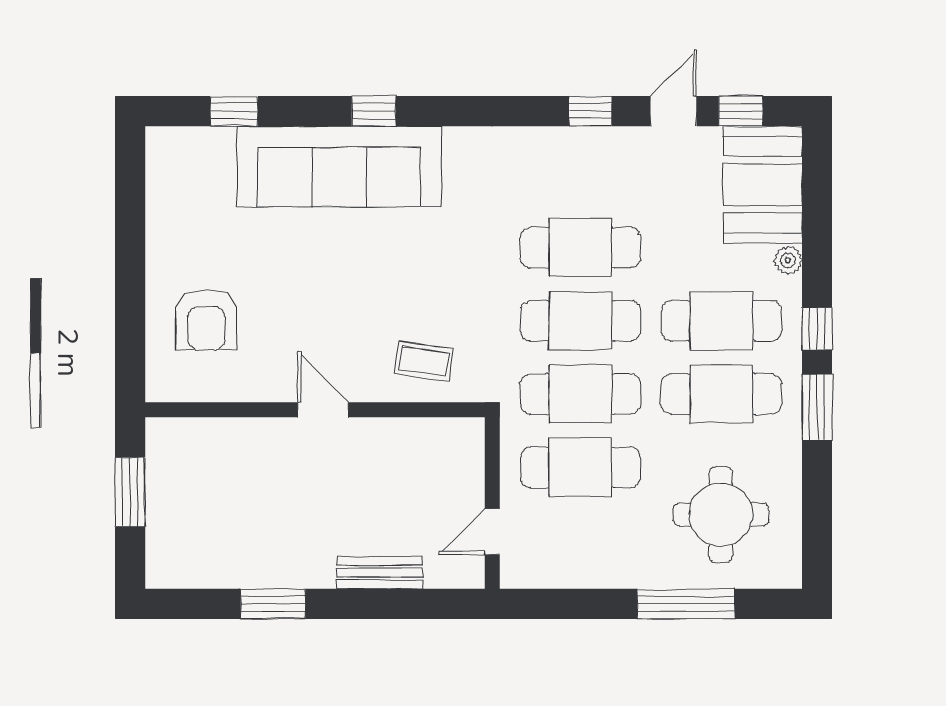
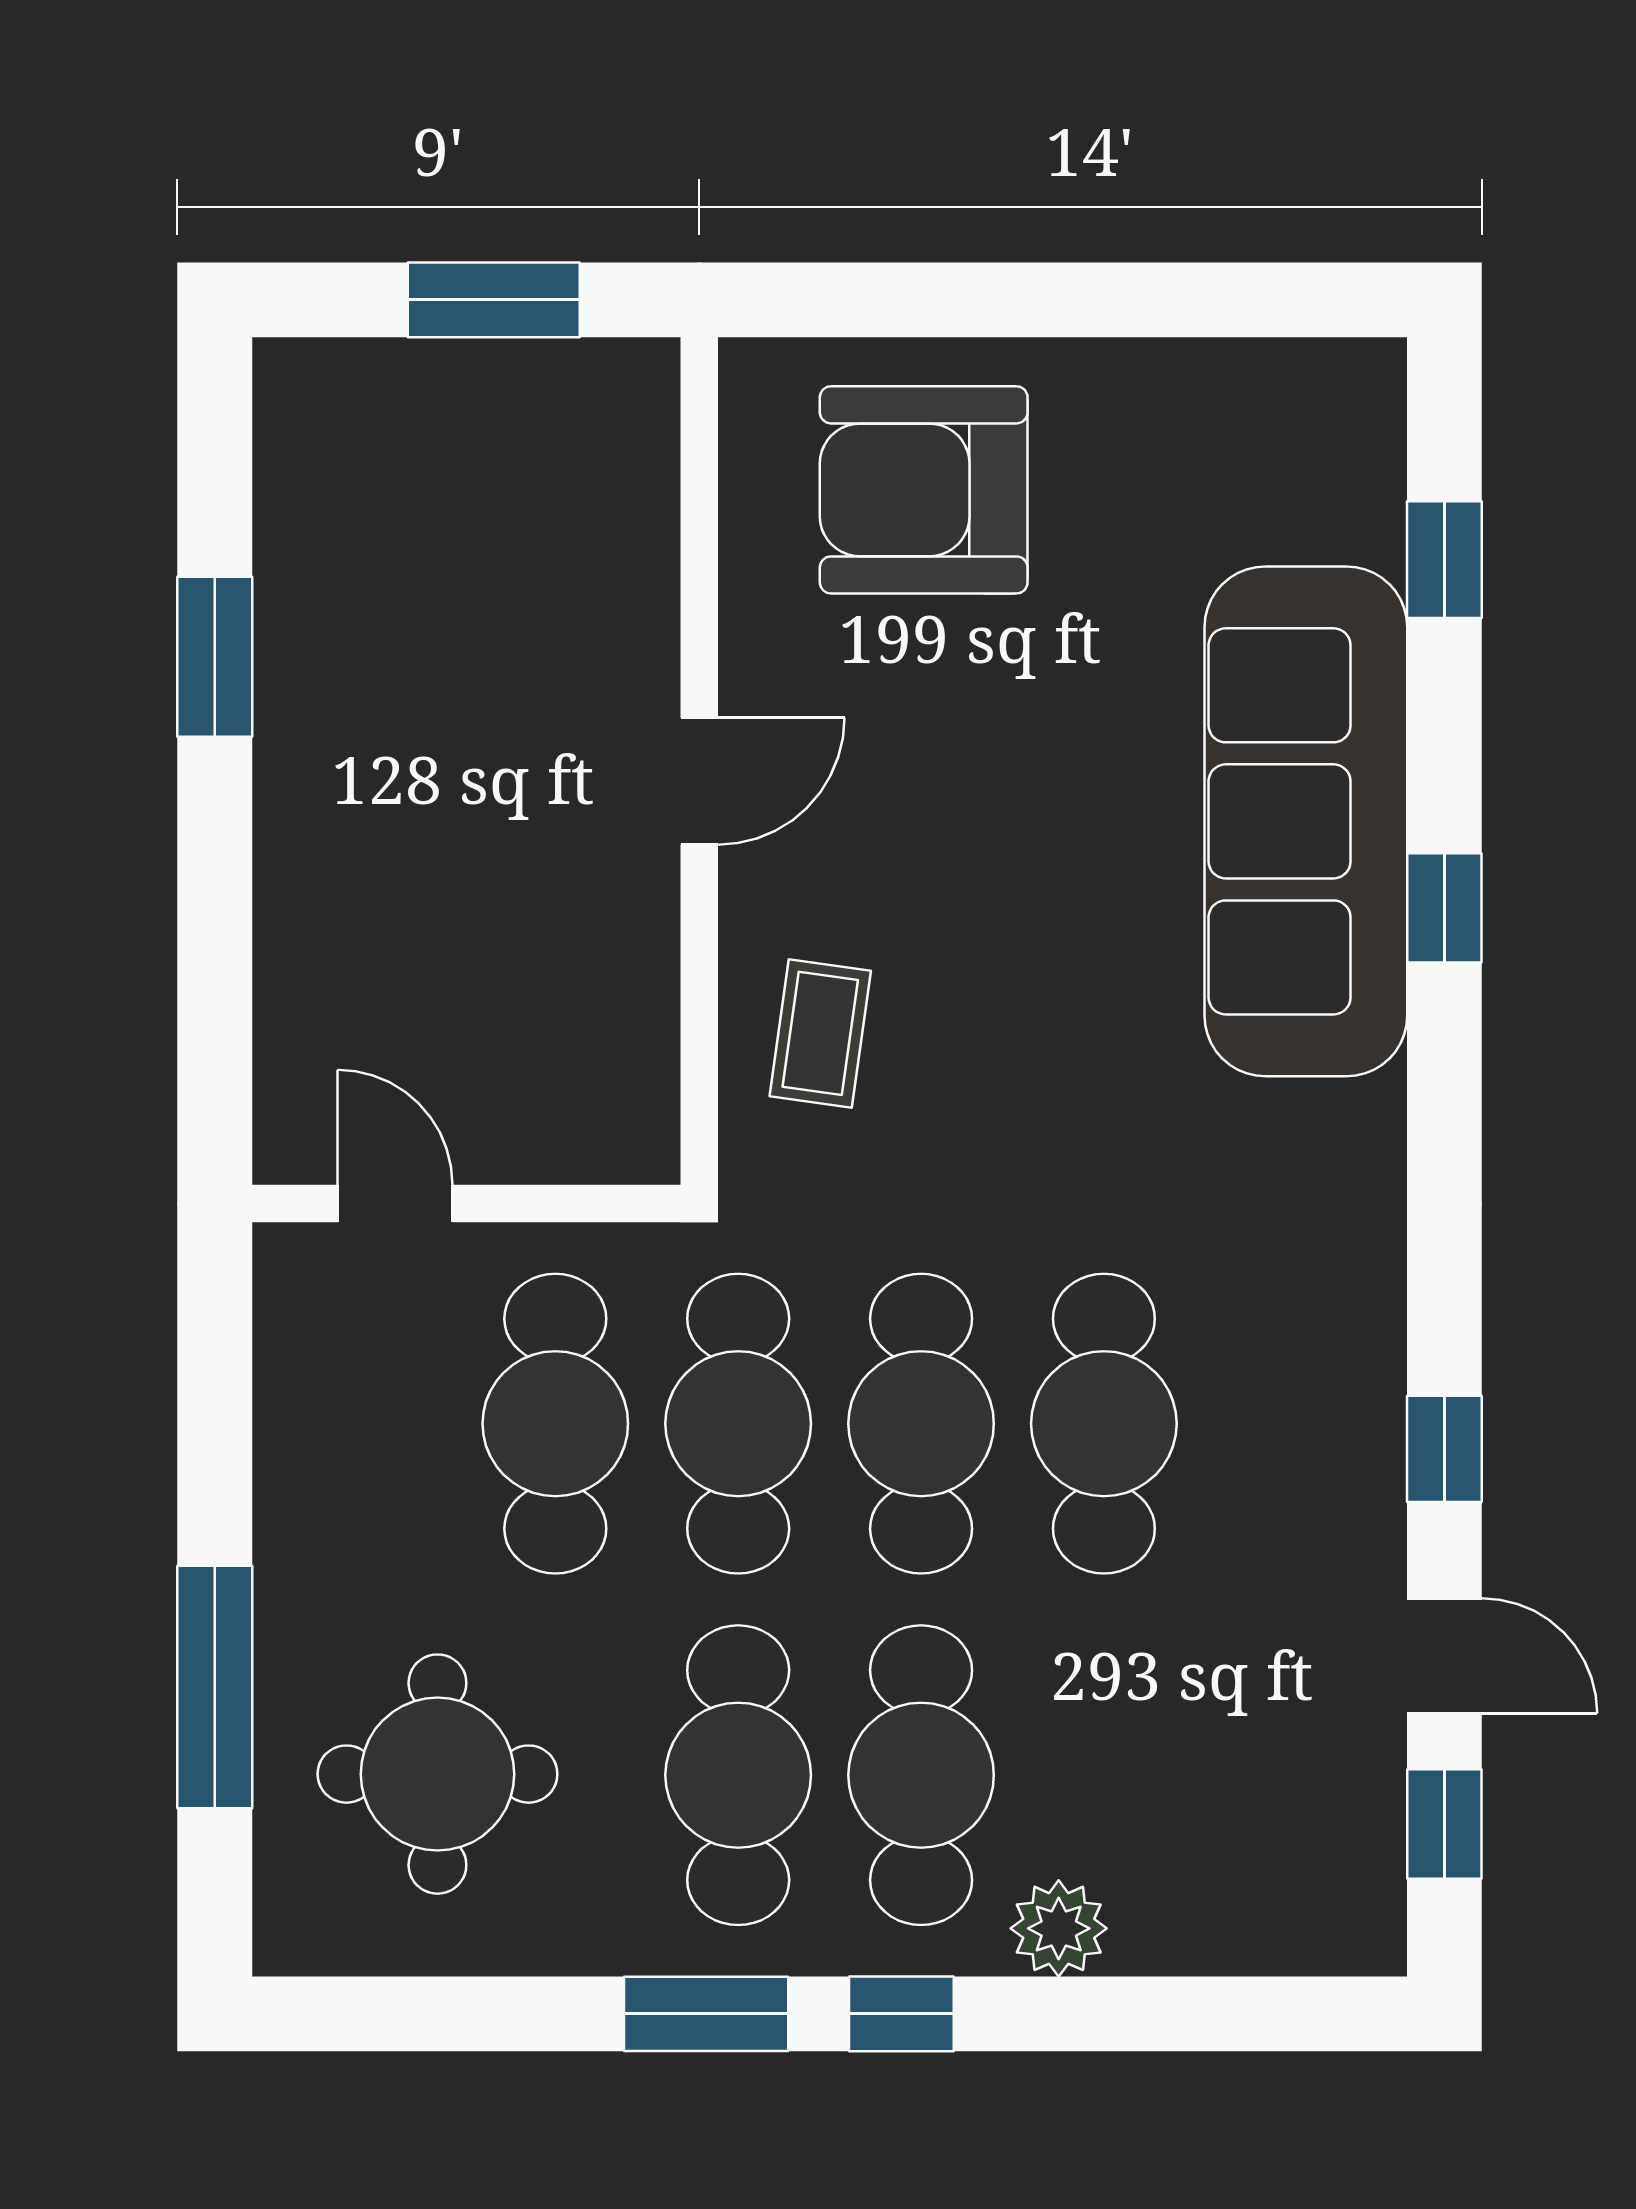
booth: (763, 185) -> (1261, 1879), removed
plant: (788, 260) -> (1059, 1928), width x1.38, depth x1.38
armchair: (206, 320) -> (924, 490), width x1.36, depth x1.36
bench: (380, 573) -> (293, 923), removed

